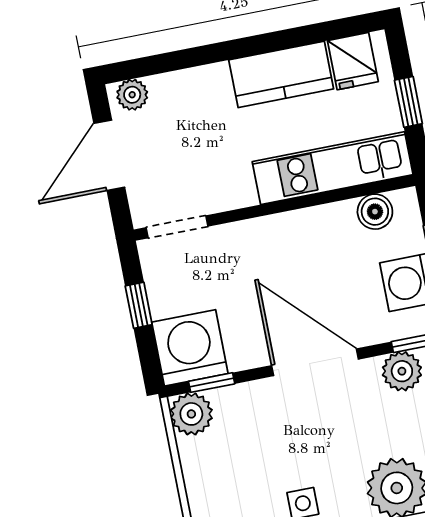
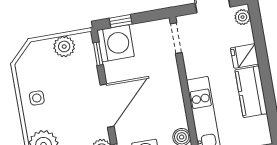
fridge: (353, 61) -> (245, 56), moved
window: (139, 305) -> (121, 21), moved
plant: (191, 414) -> (64, 46), moved

